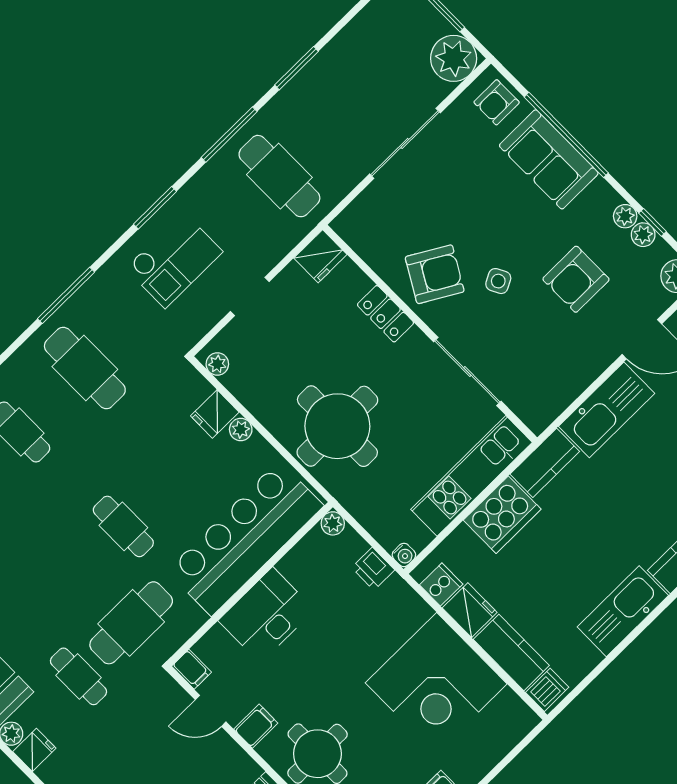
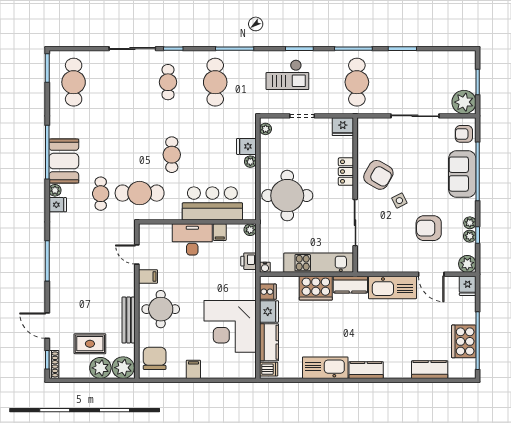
bar counter: (245, 538) -> (212, 203), width x0.73
filing cabinet: (192, 669) -> (220, 232), moved

